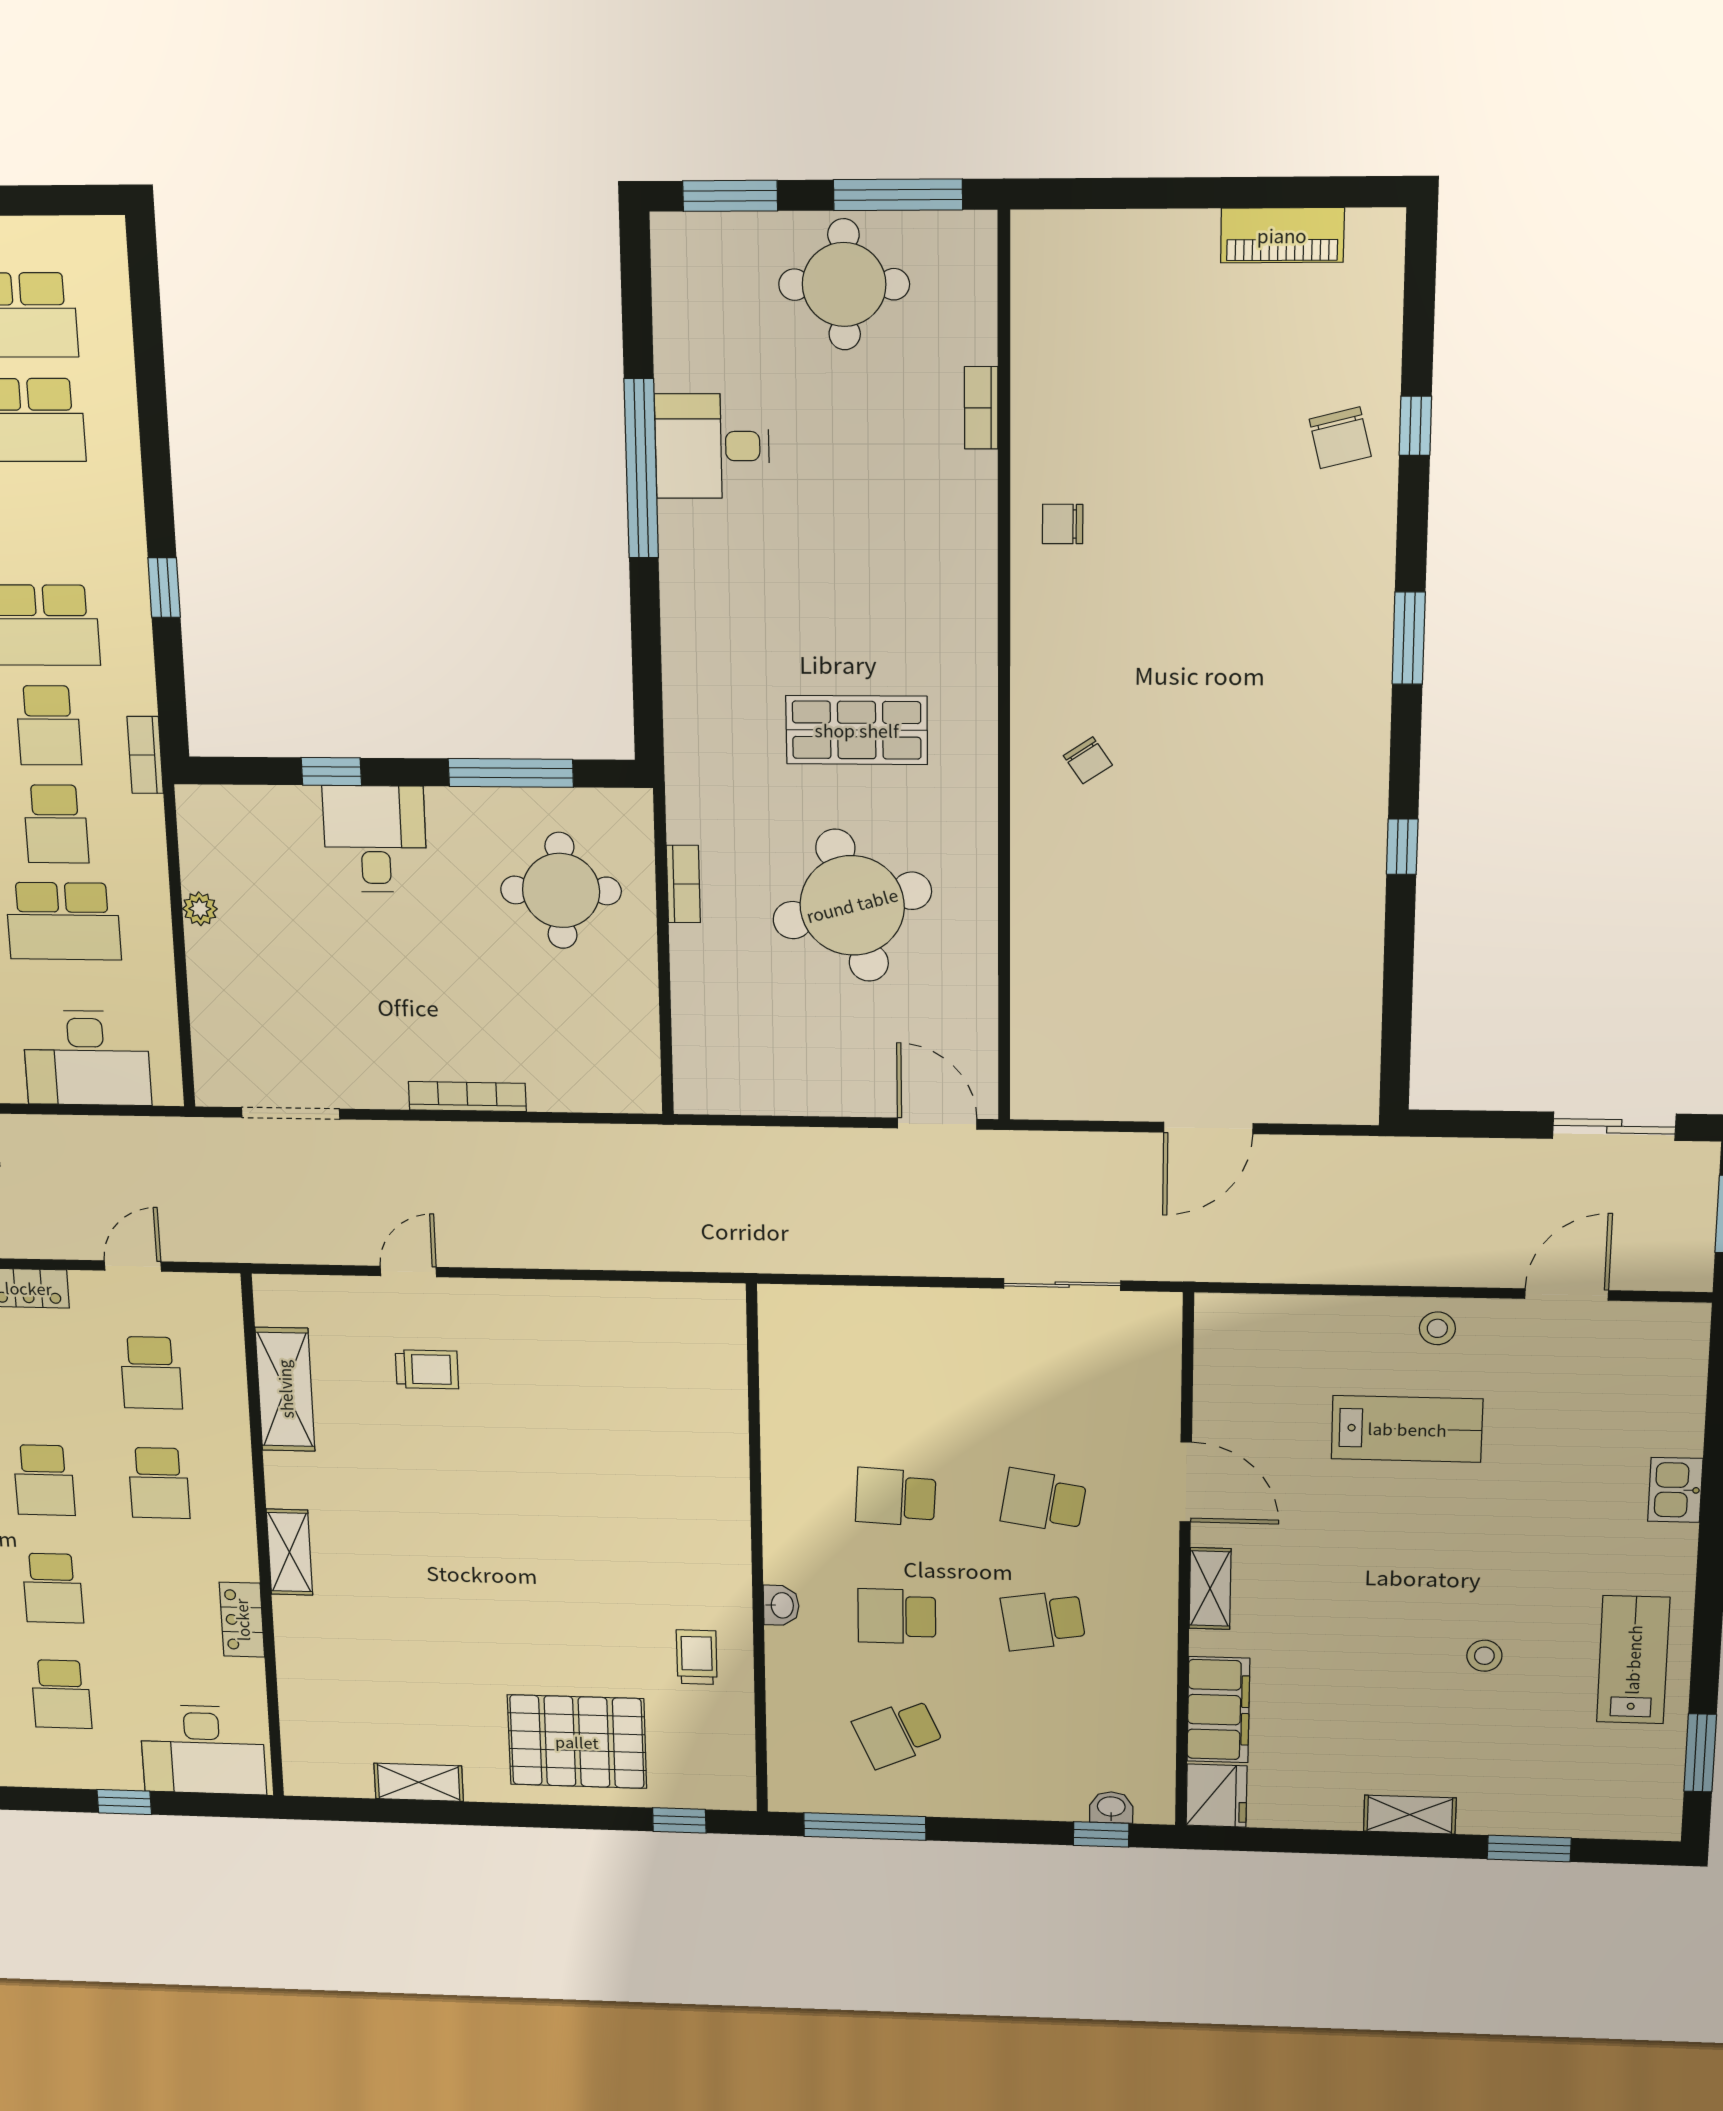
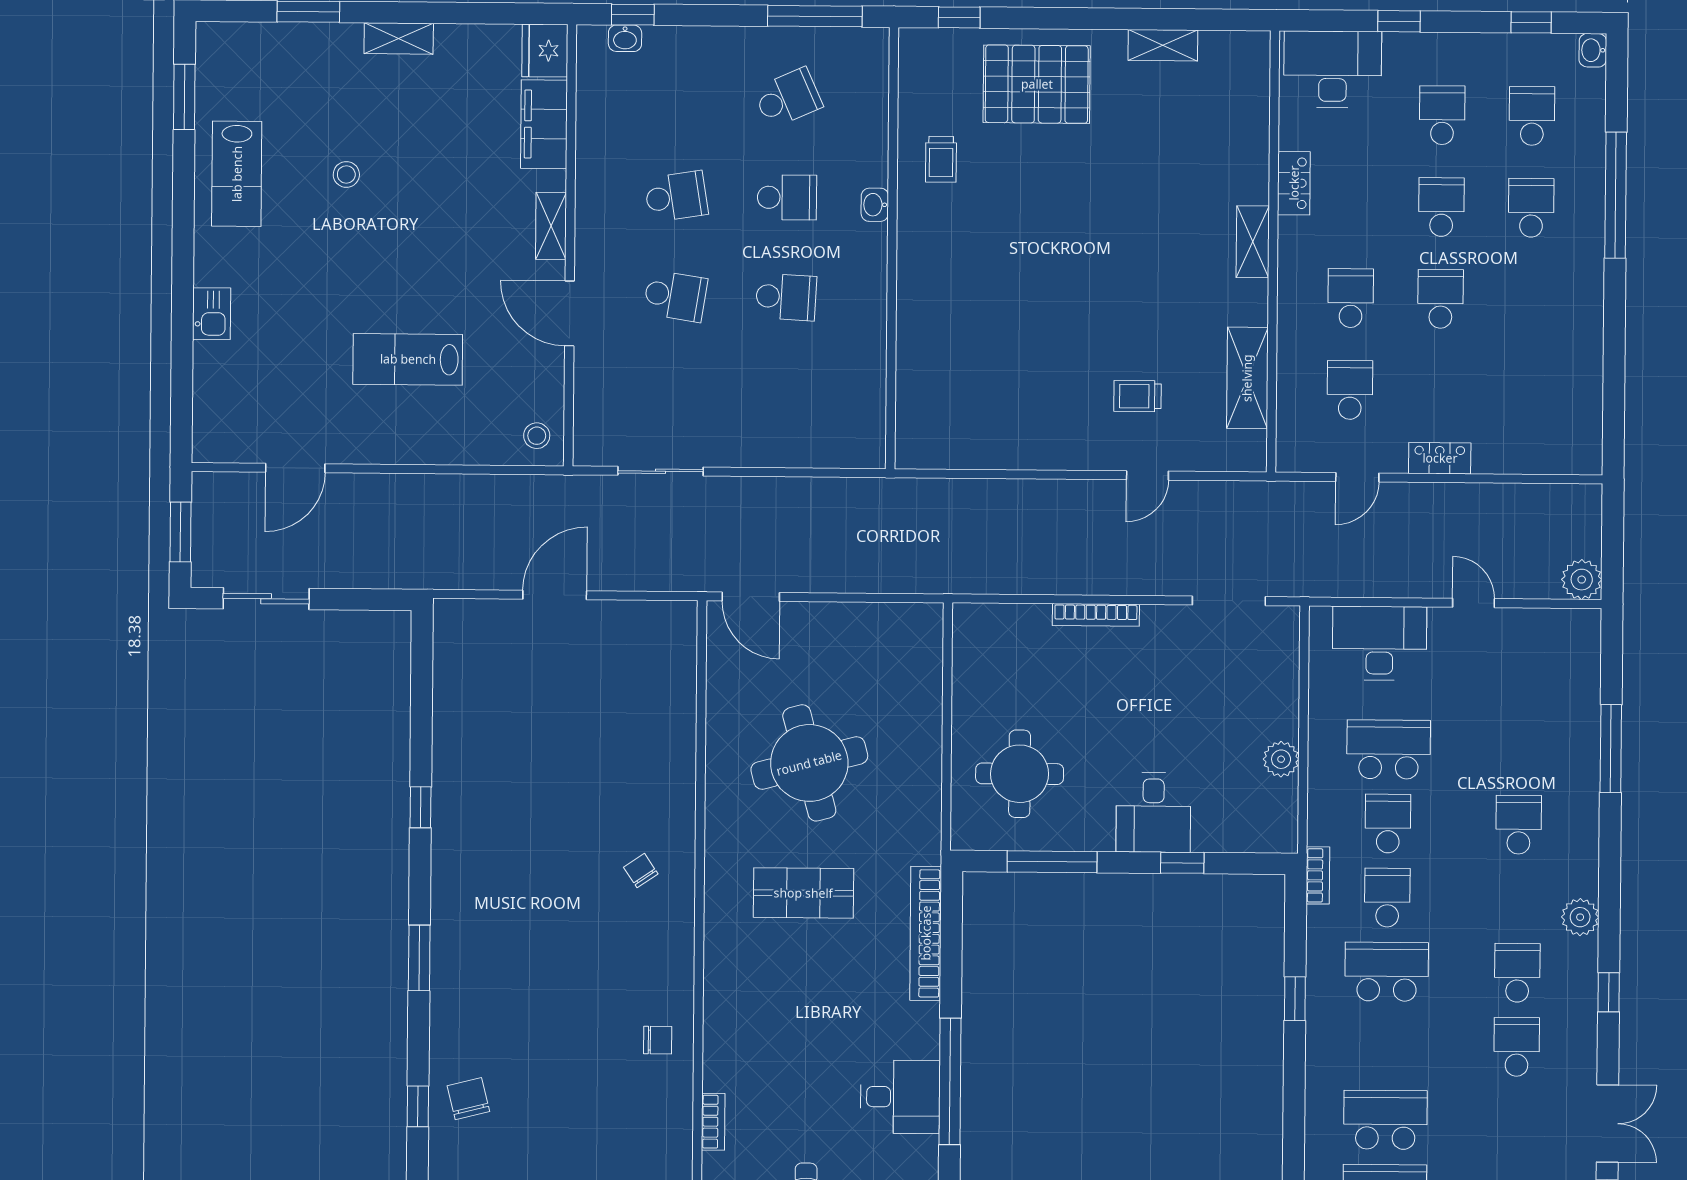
bookcase: (683, 884) -> (926, 933), moved, width x2.31, depth x1.31
plant: (200, 909) -> (1281, 759), width x1.38, depth x1.38
stool: (1437, 1328) -> (537, 436), moved

